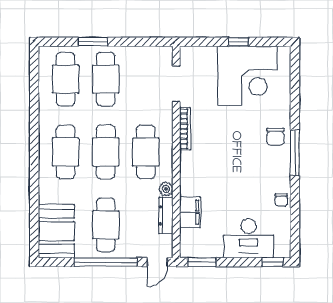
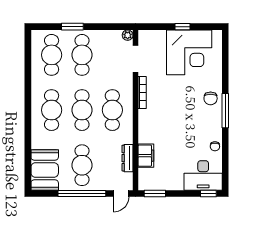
plant: (166, 189) -> (128, 35), moved
desk: (248, 238) -> (203, 175), moved

